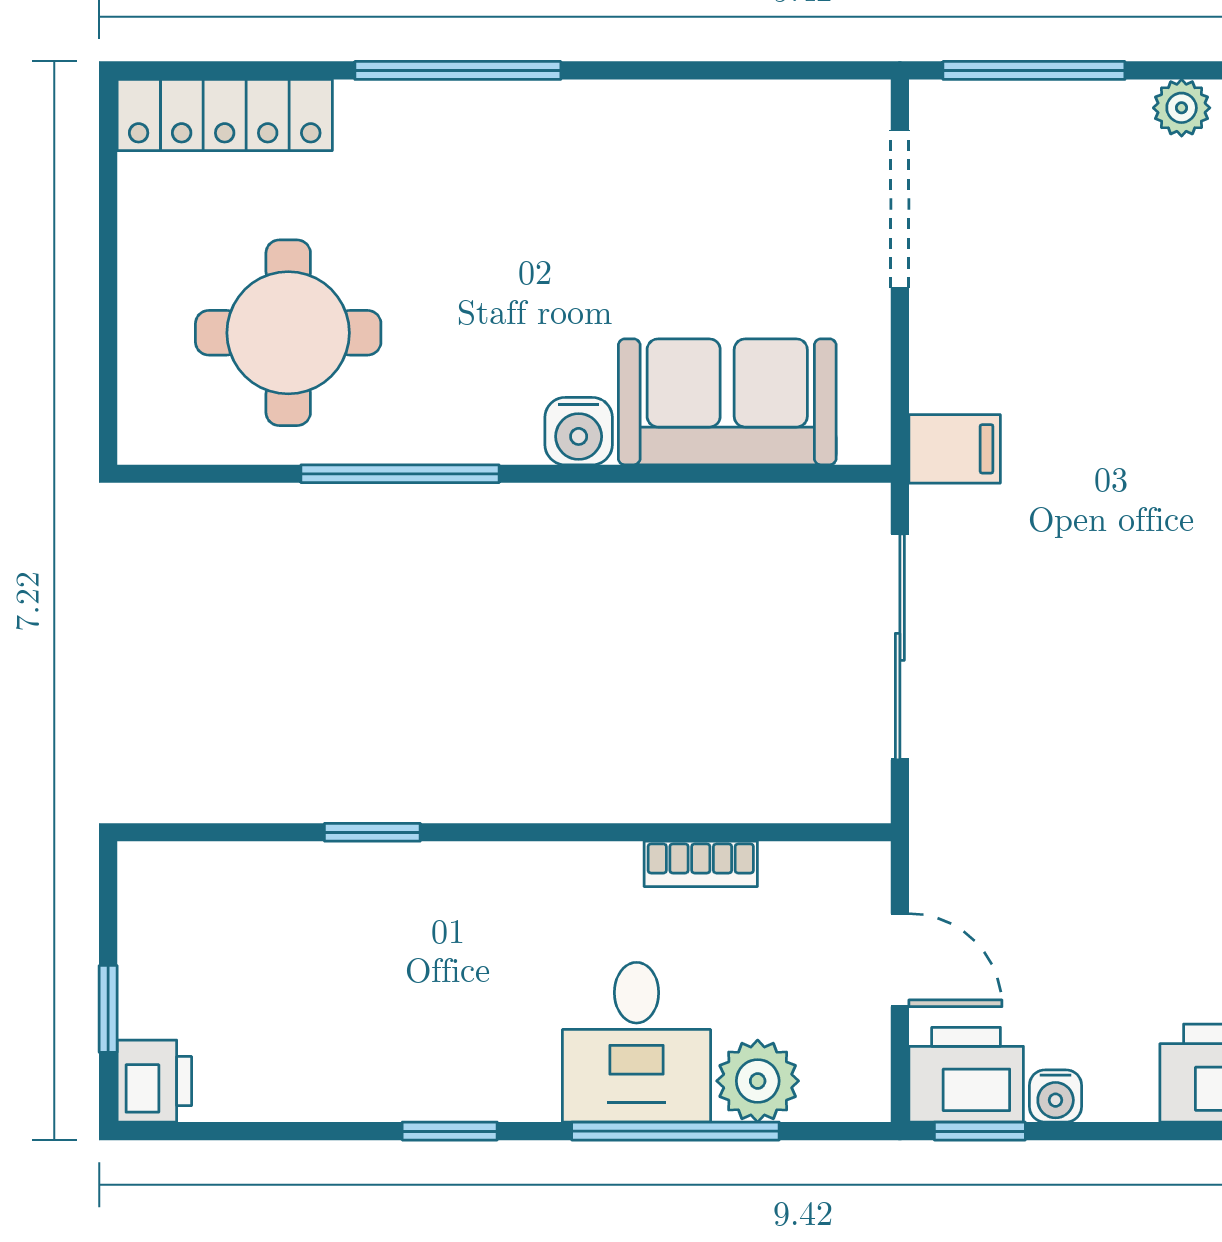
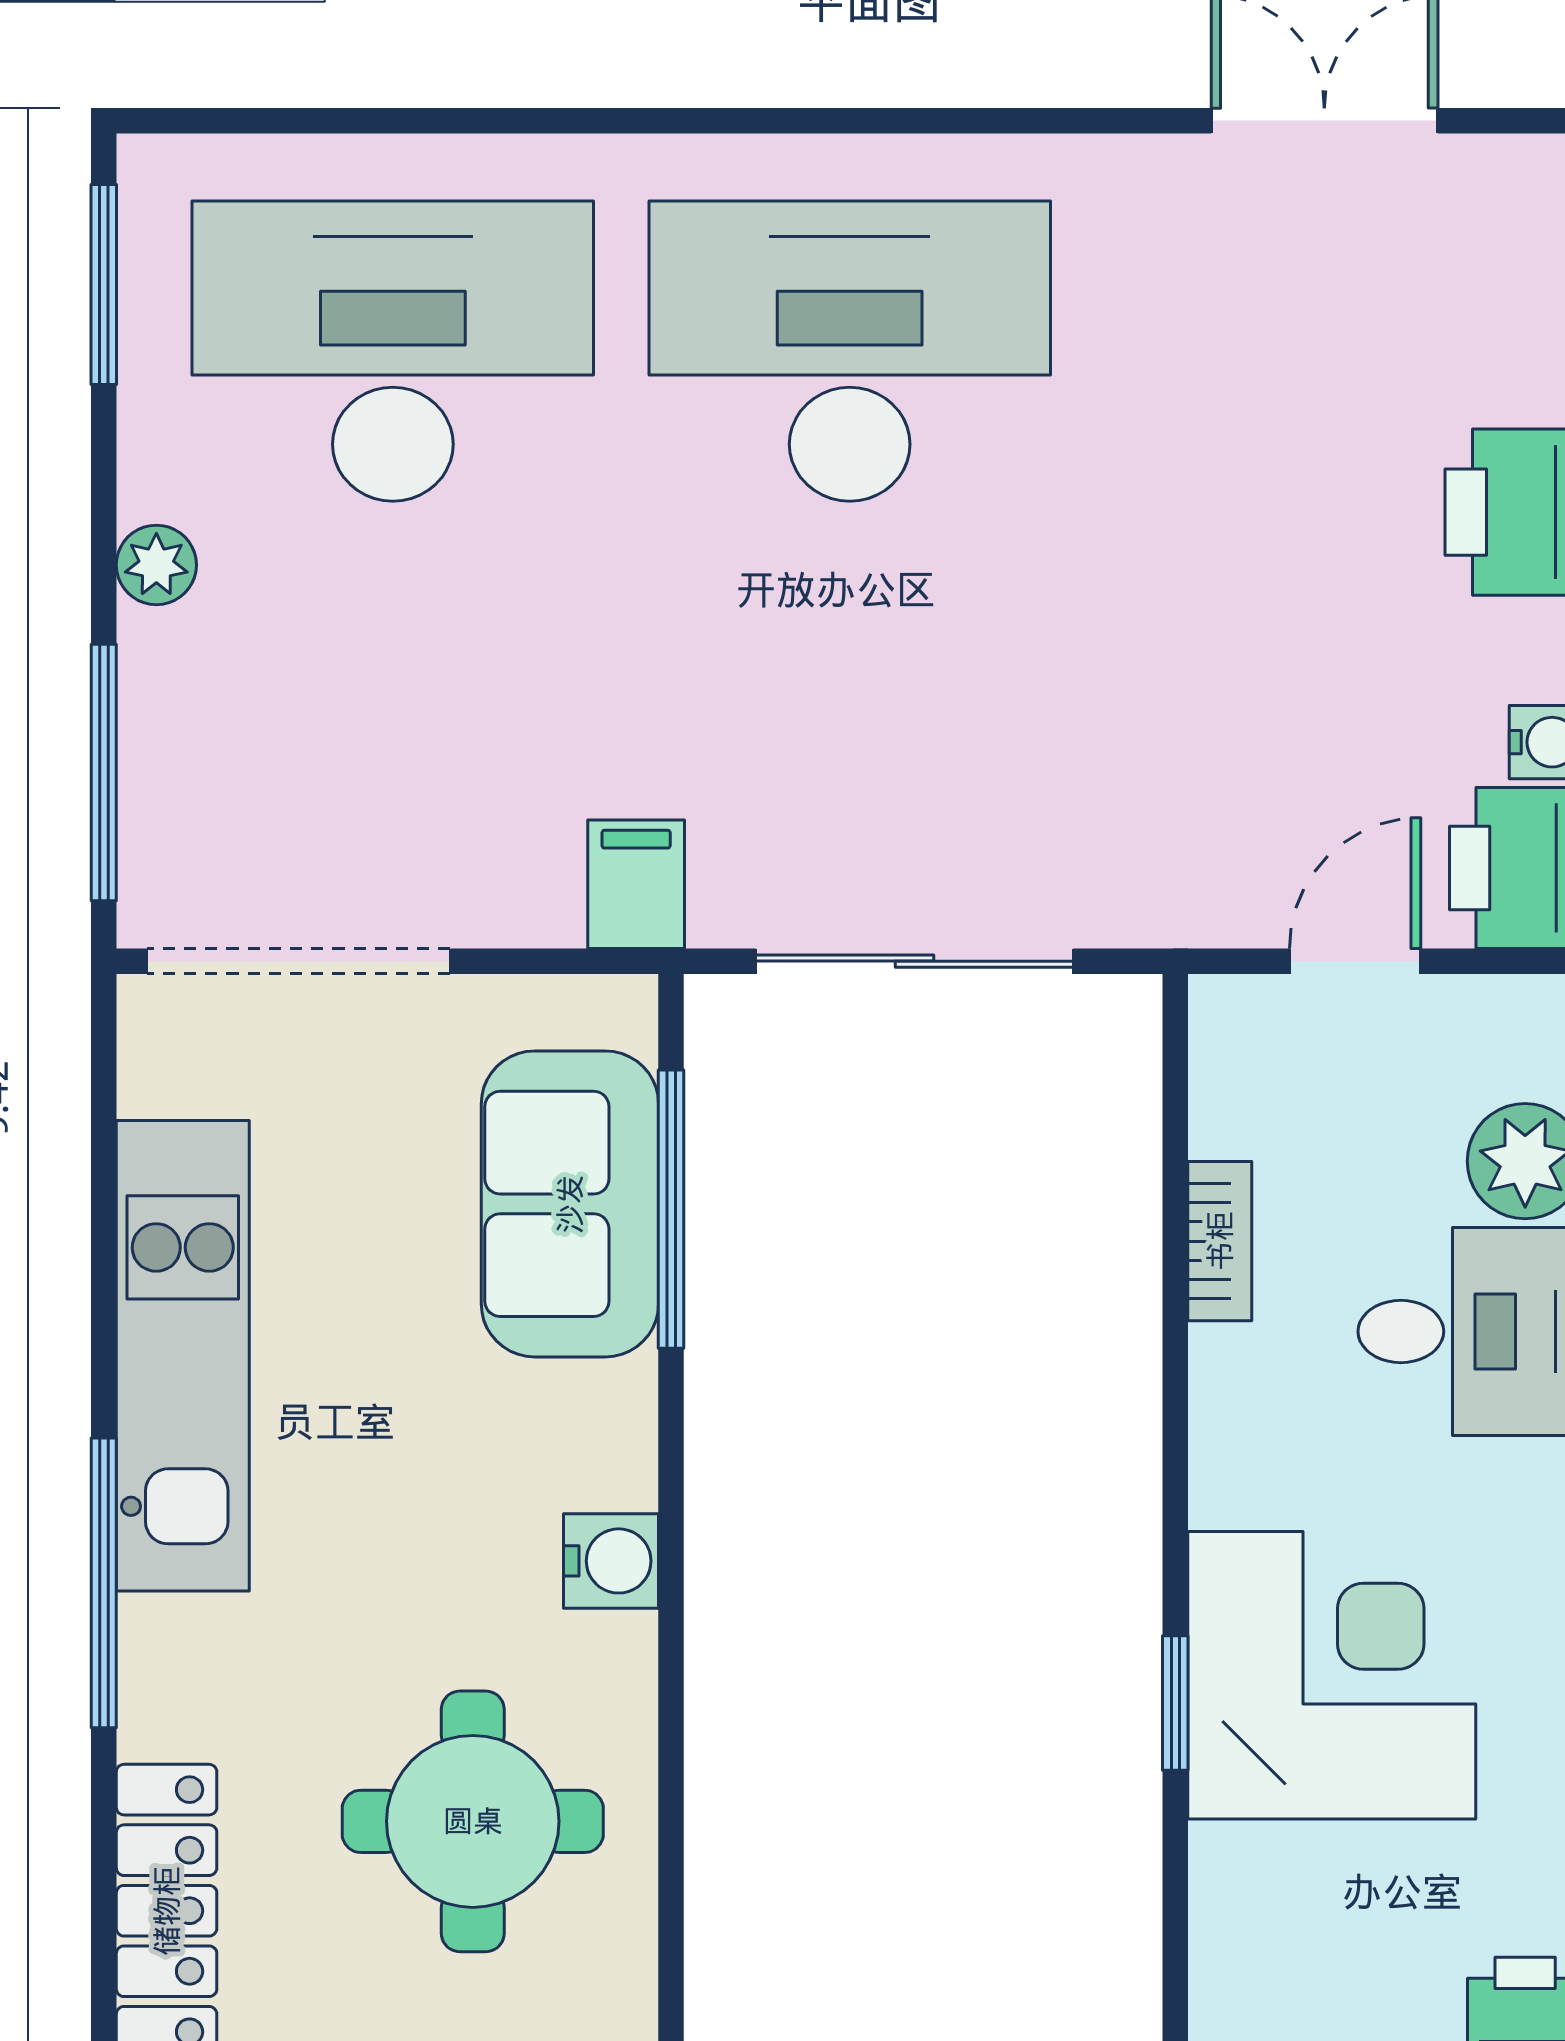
kitchen unit: (619, 127) -> (183, 1356), added
doorway: (900, 209) -> (299, 961), width x1.36
water cooler: (579, 431) -> (611, 1561), moved
window: (400, 474) -> (671, 1209), moved
corner desk: (392, 944) -> (1332, 1675), added

